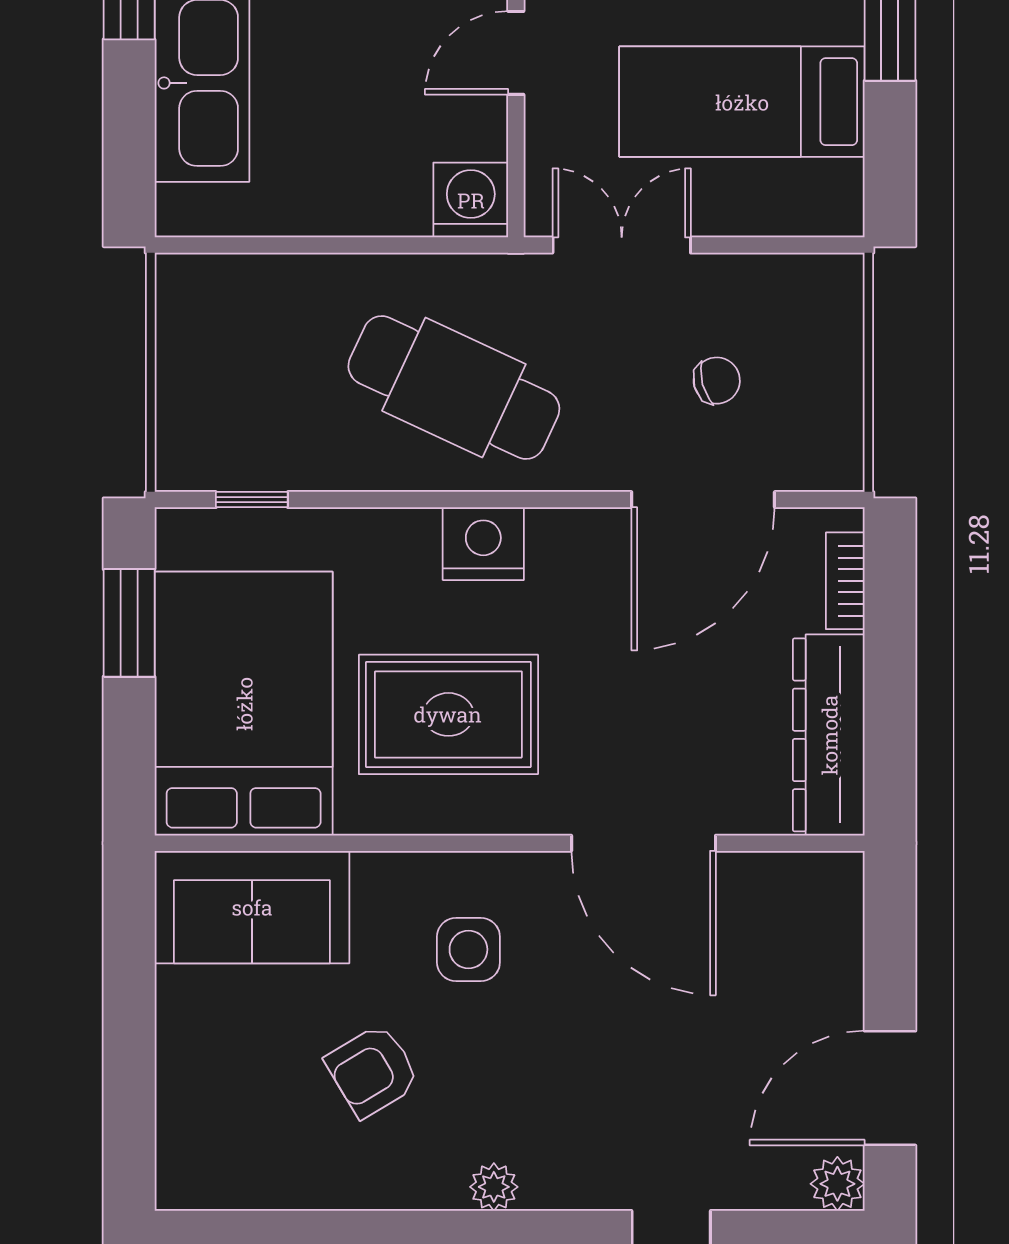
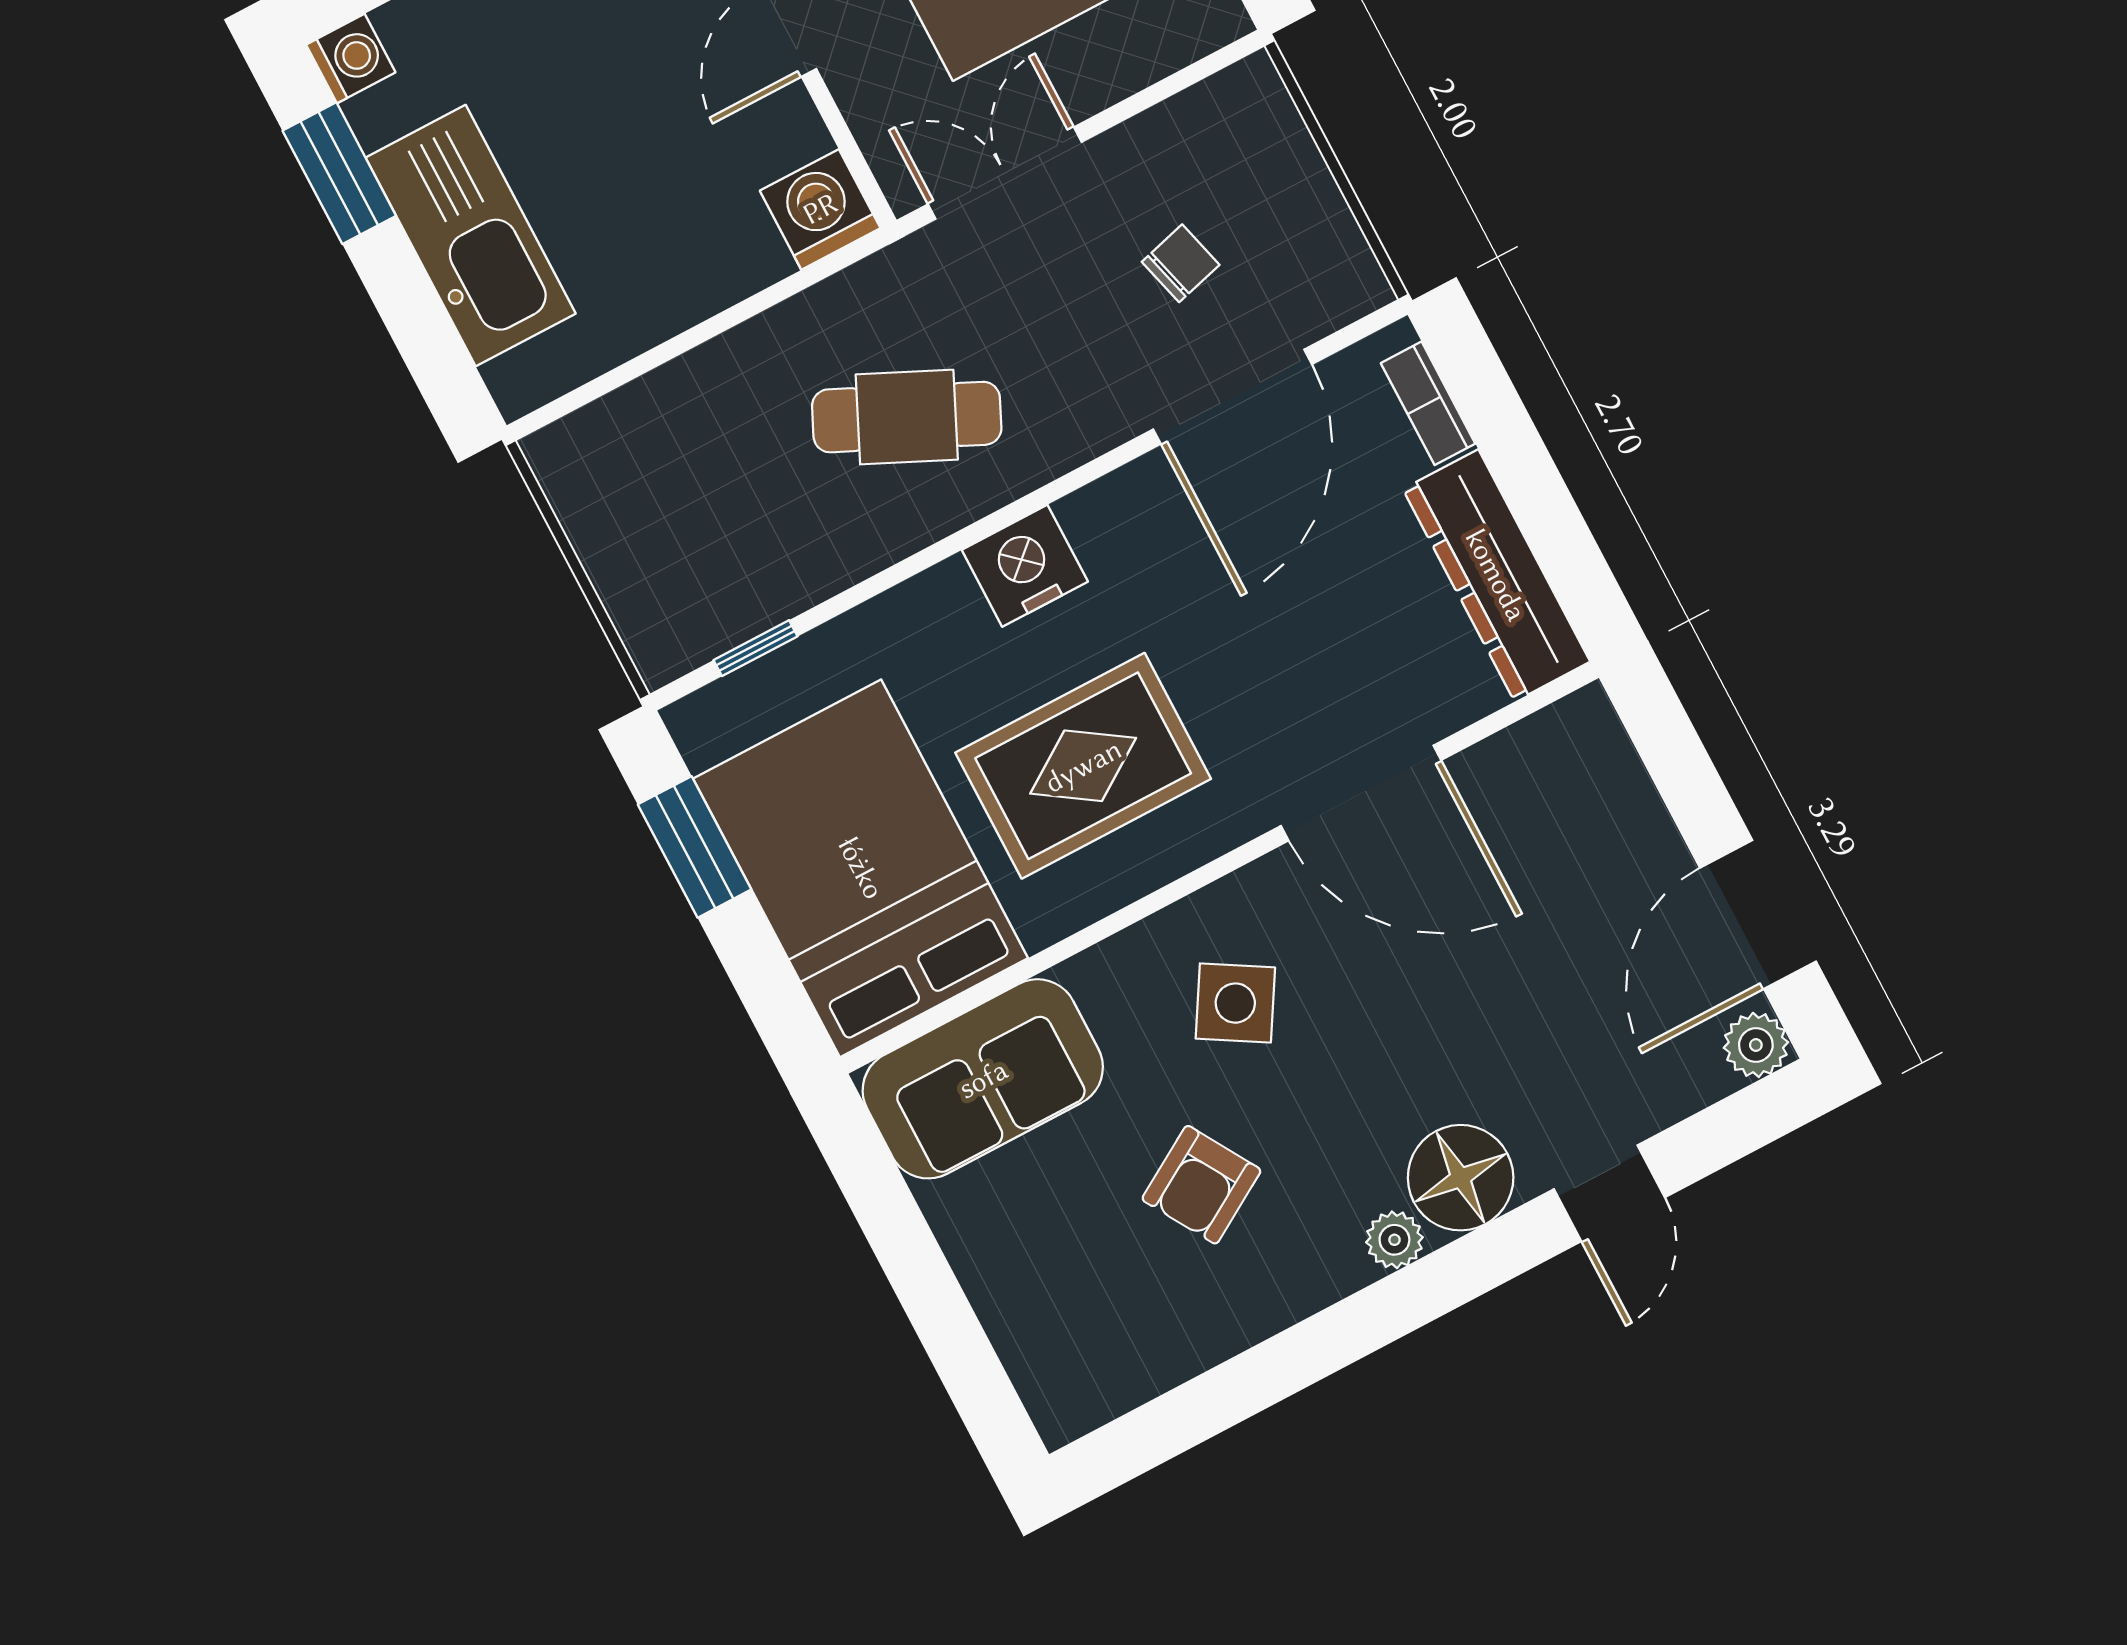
cafe table: (454, 387) -> (907, 417), width x0.73, depth x0.74
side table: (468, 949) -> (1235, 1003), turned 31
floor lamp: (567, 1167) -> (1461, 1178), added

